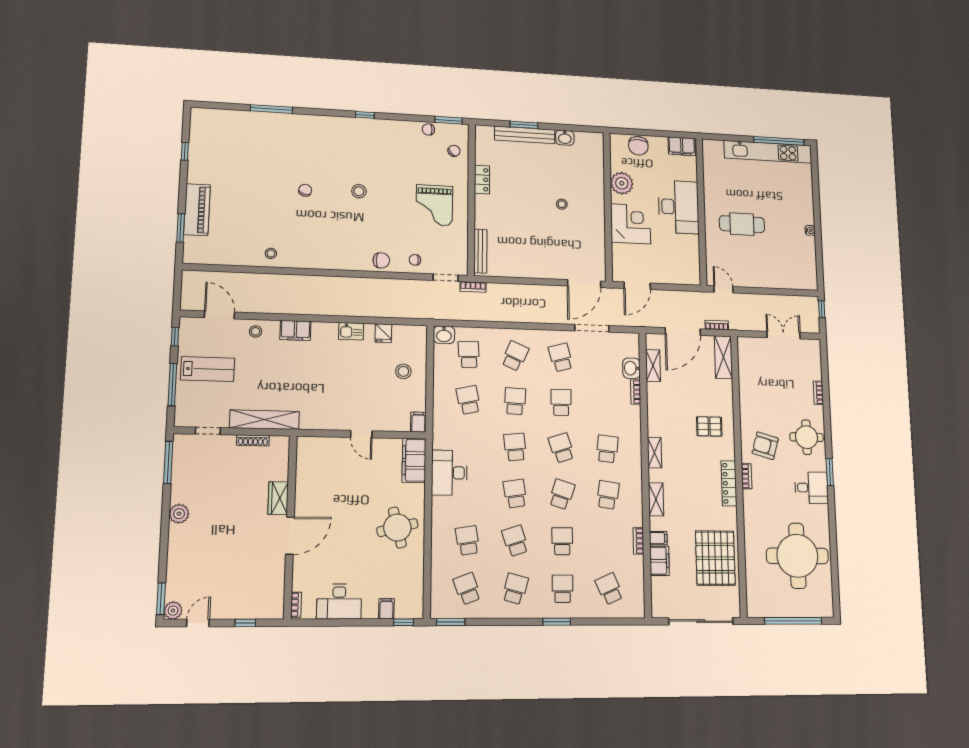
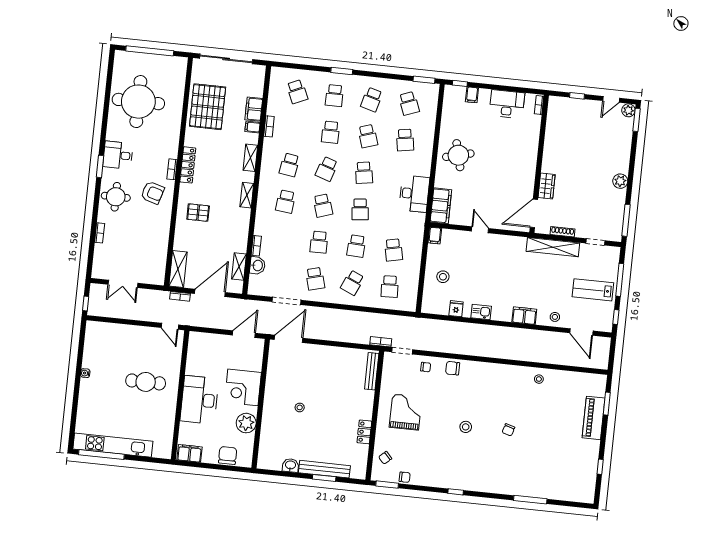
washbasin: (444, 335) -> (408, 304), removed
door: (290, 536) -> (534, 213), moved

